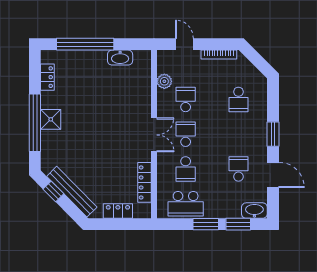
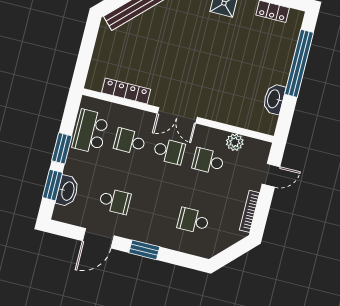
school desk: (186, 99) -> (208, 161), turned 180
locker: (118, 211) -> (101, 53), removed
washbasin: (254, 211) -> (67, 191), moved

